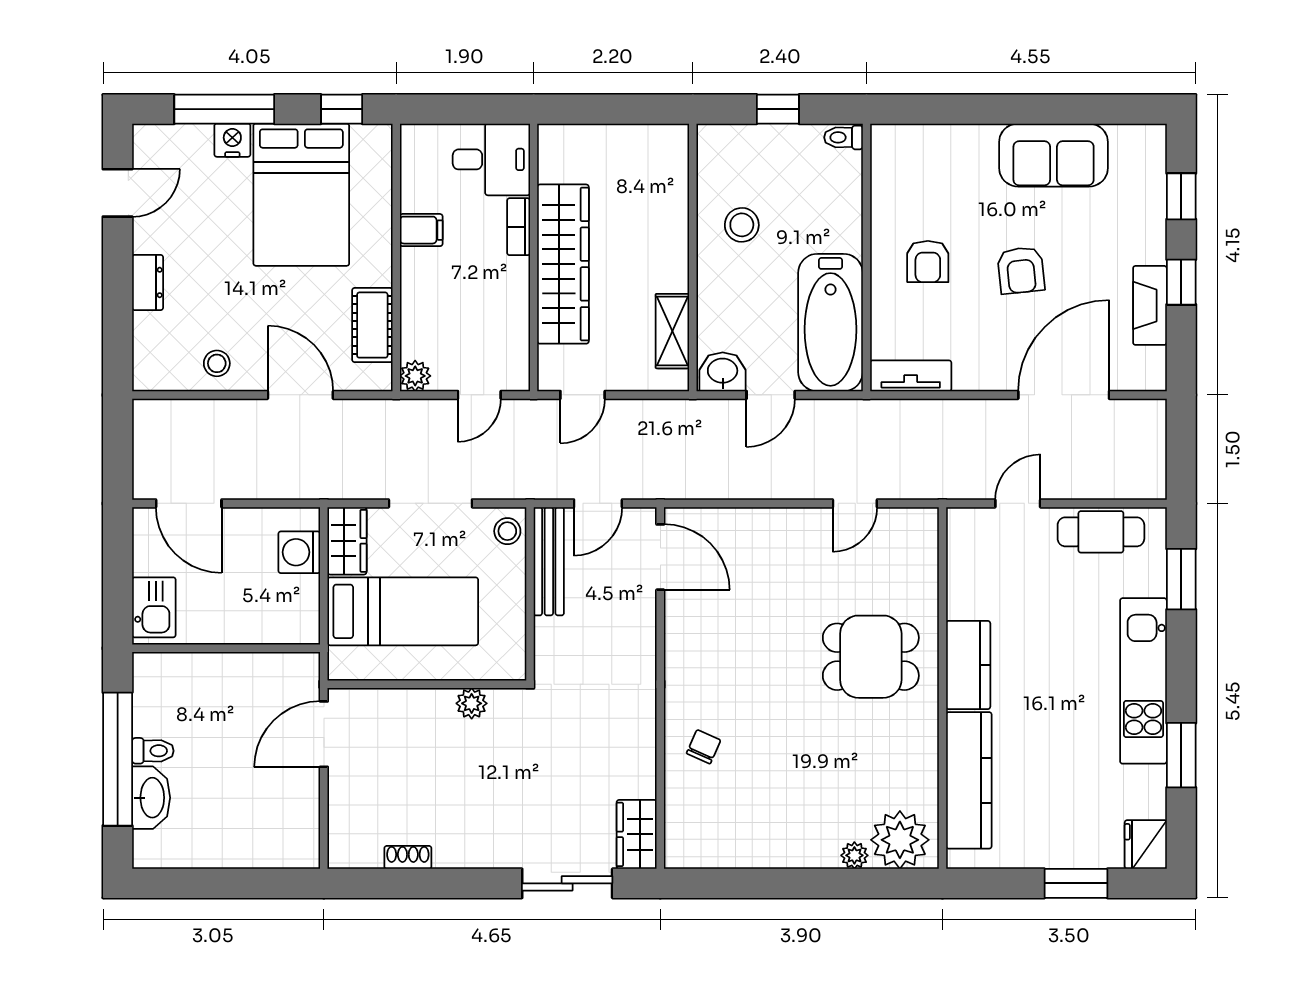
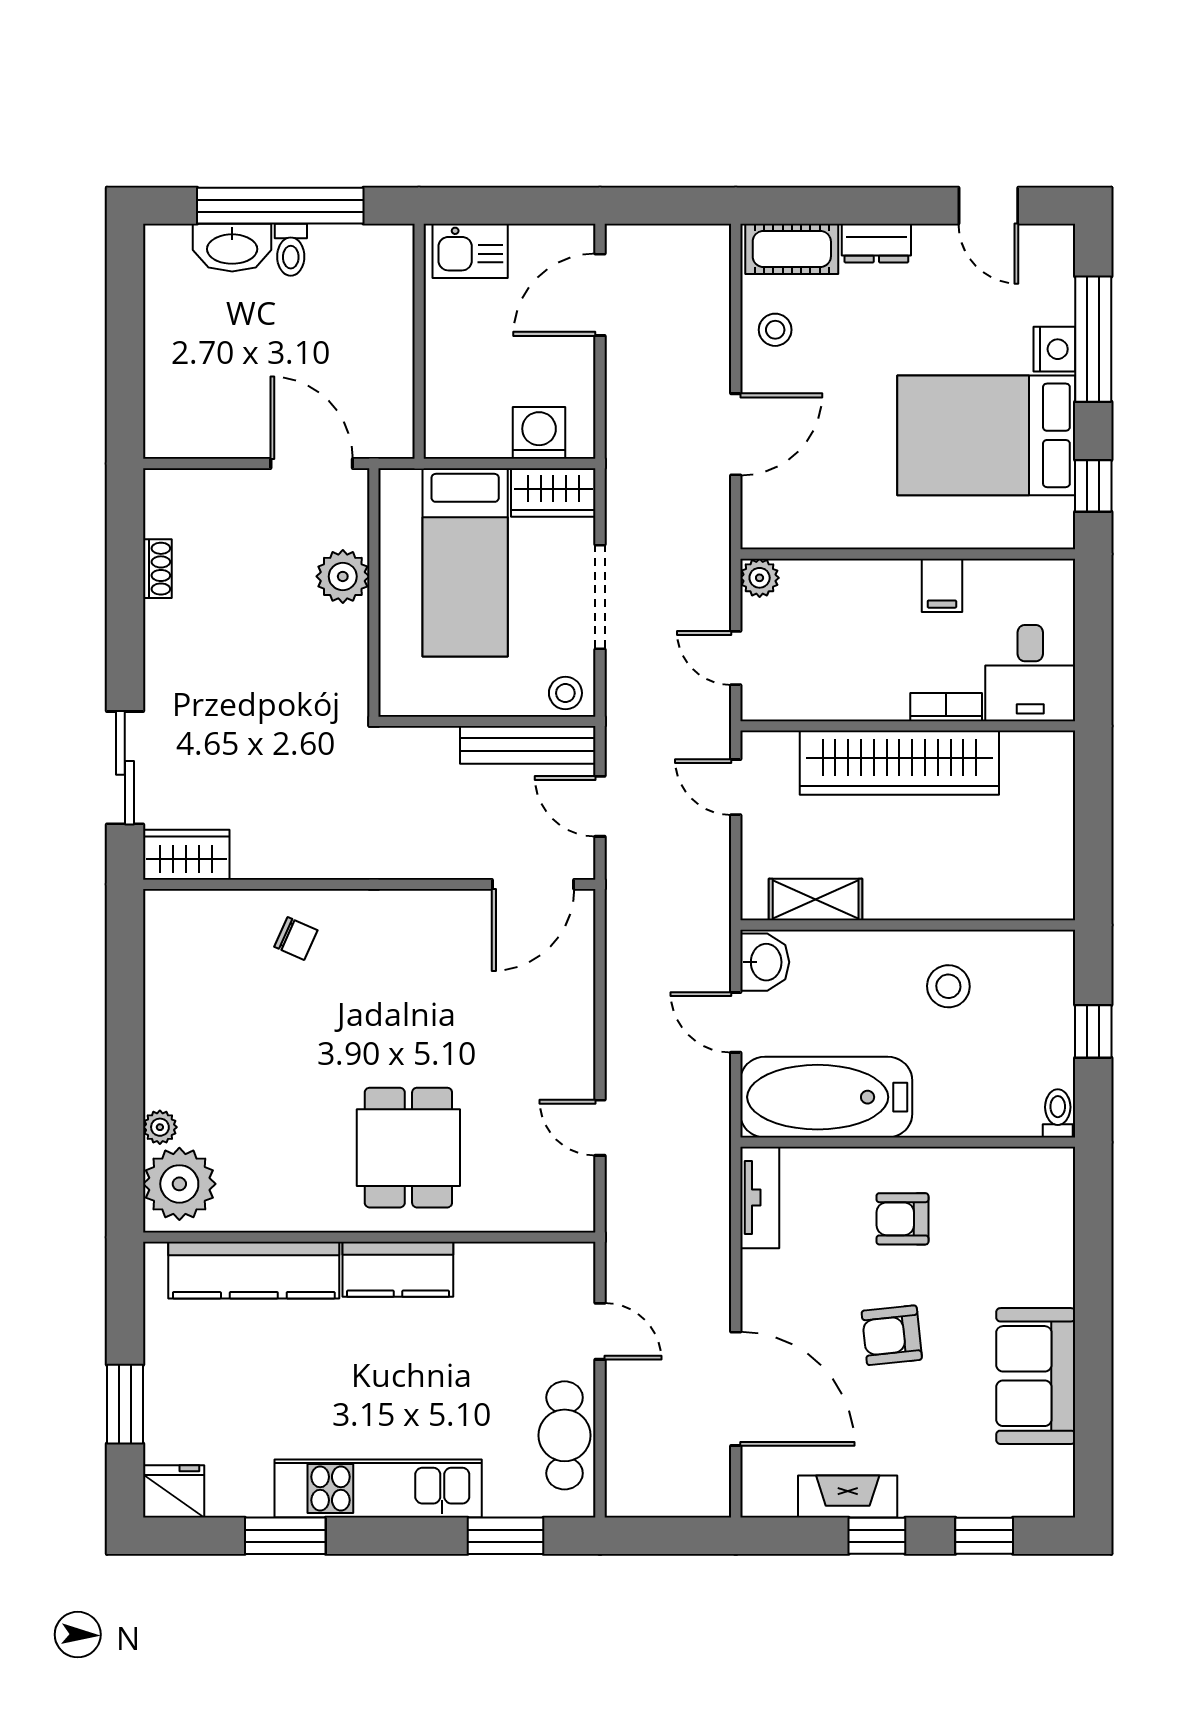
cot: (372, 325) -> (792, 249), moved
plant: (472, 703) -> (343, 576), moved, width x1.38, depth x1.38

